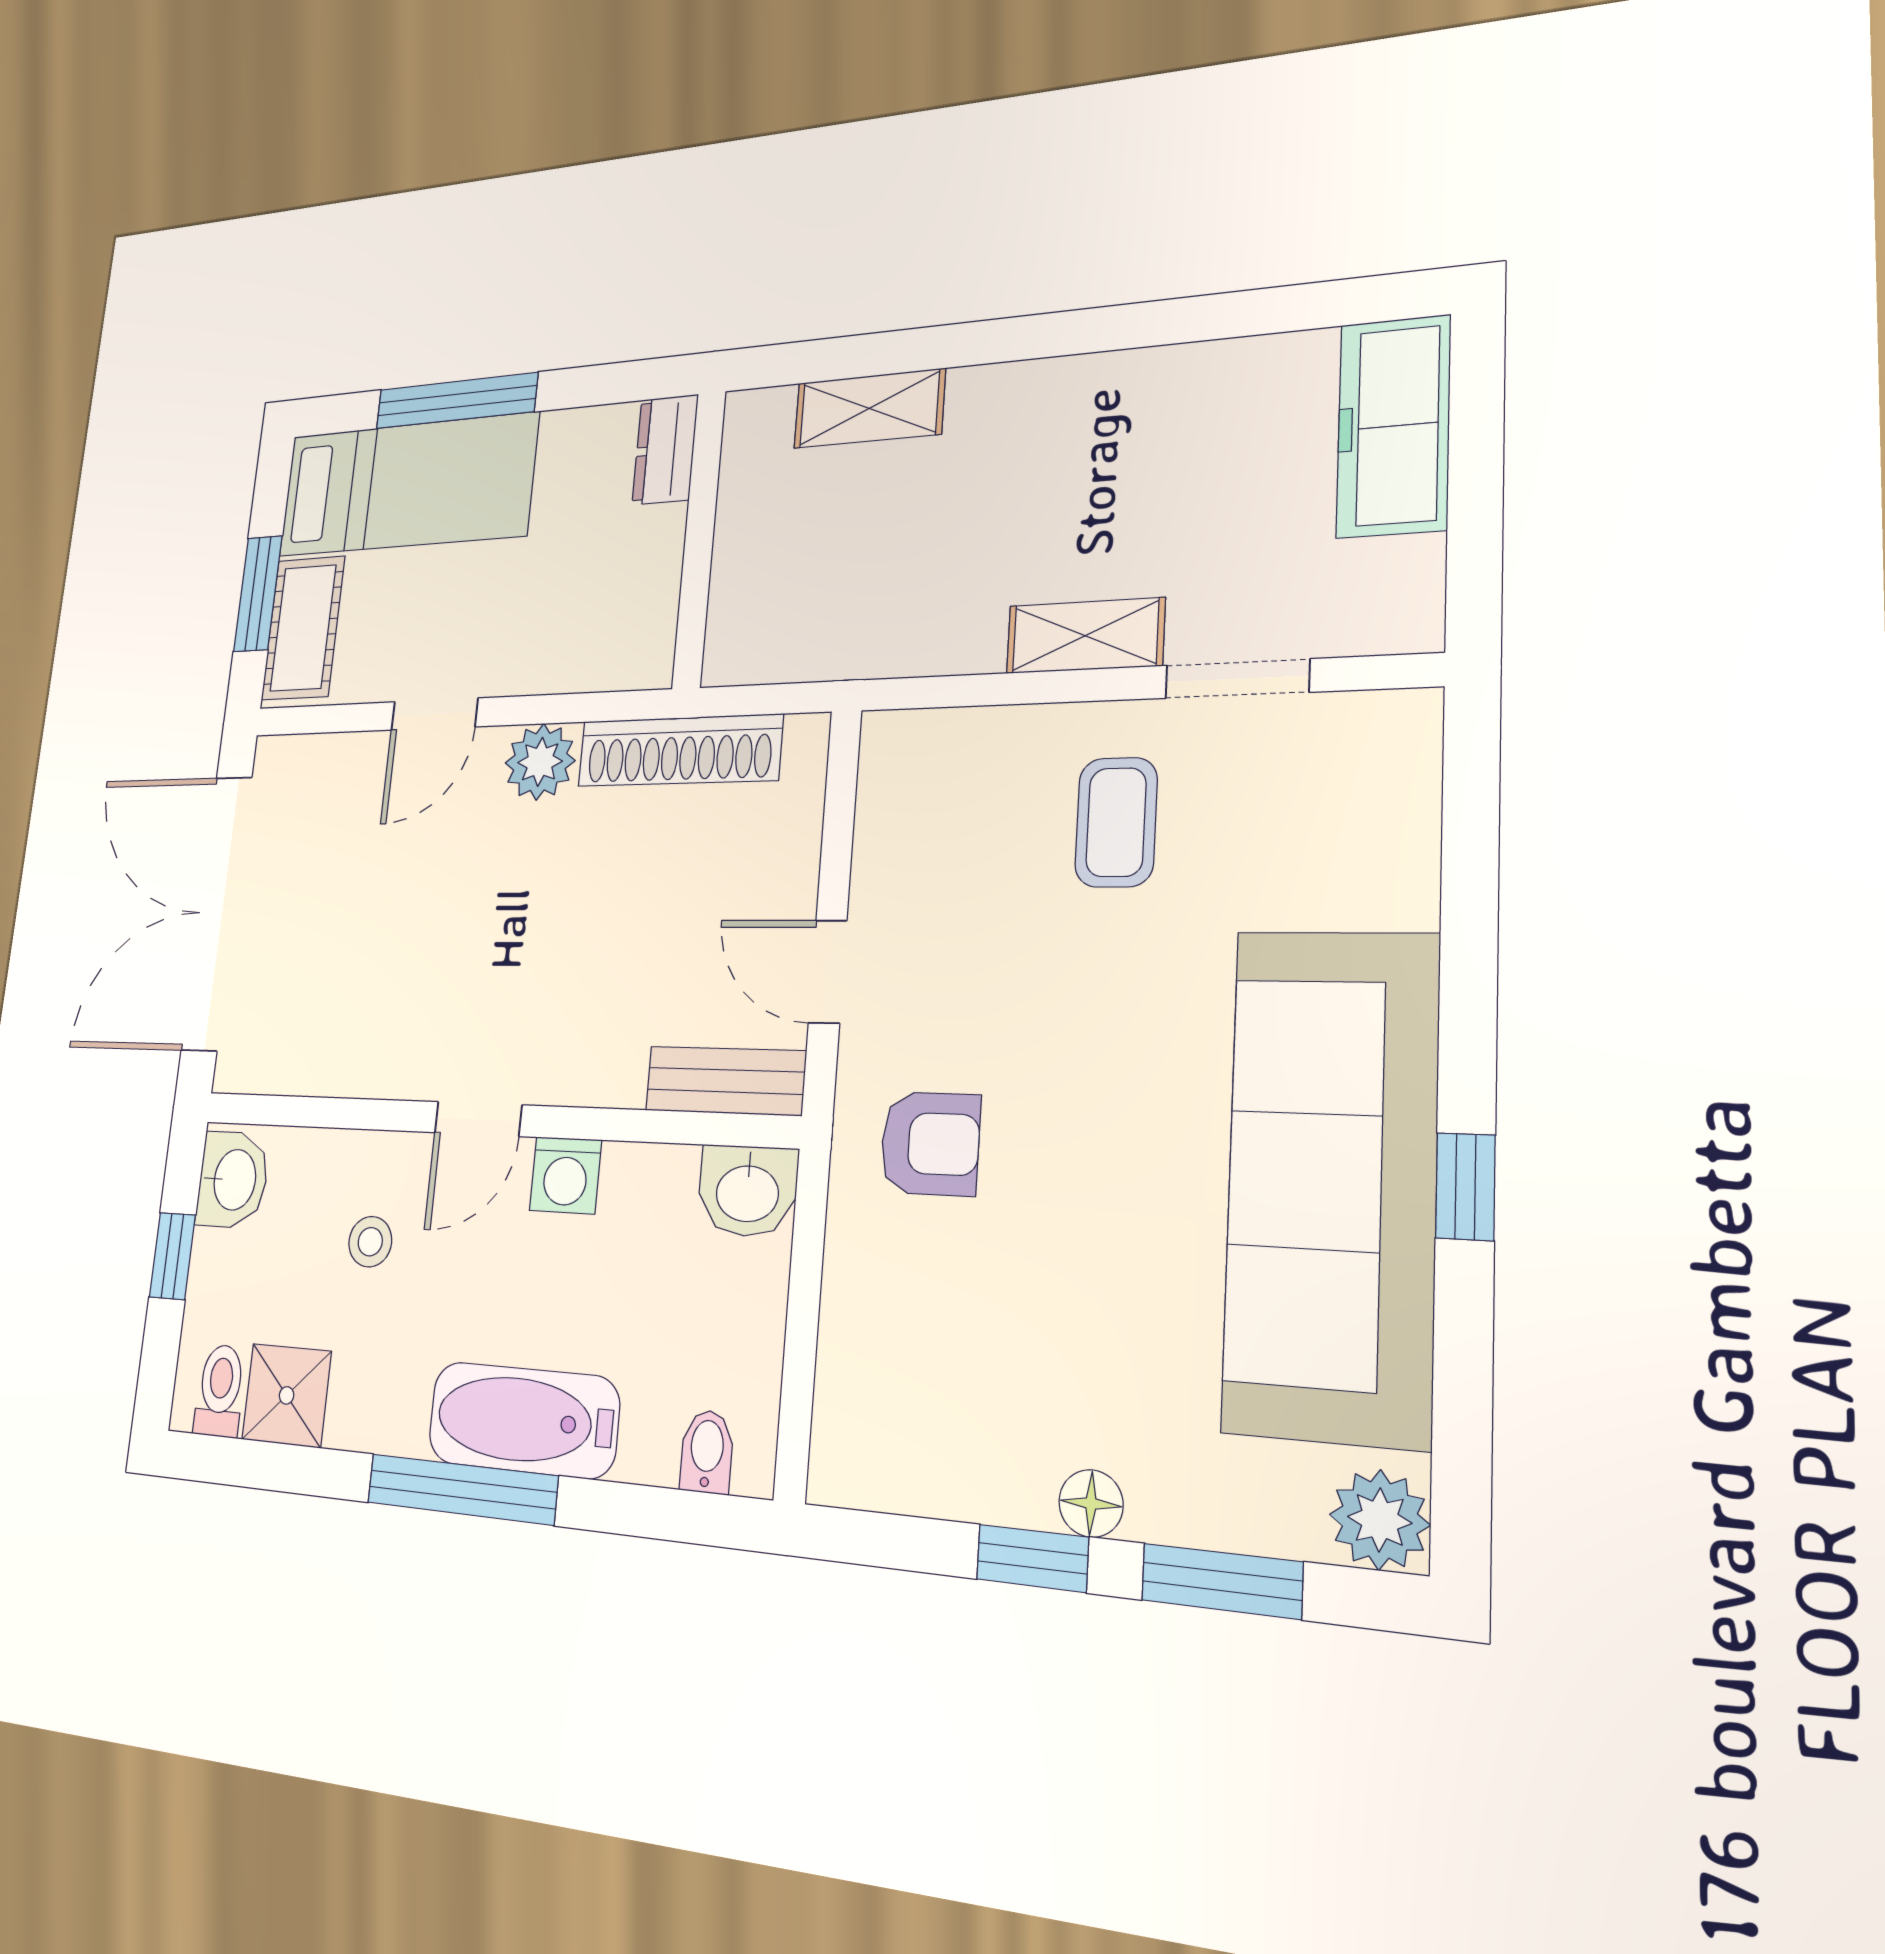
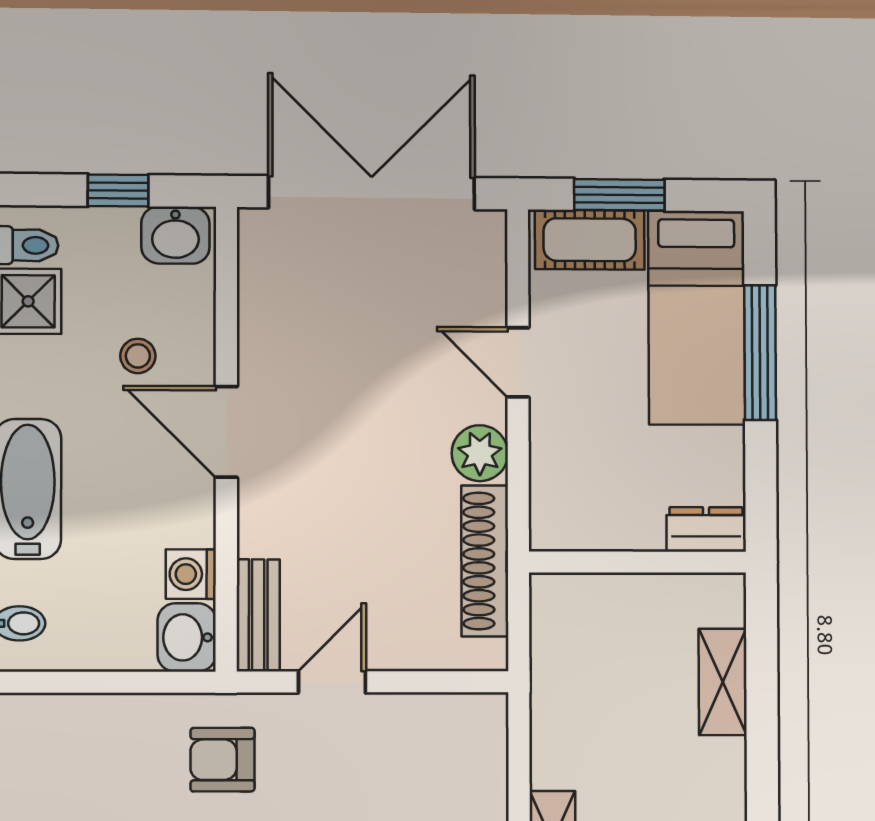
door: (478, 1119) -> (226, 432), width x1.38
armchair: (930, 1144) -> (223, 760), turned 90
washing machine: (565, 1175) -> (191, 574), moved

